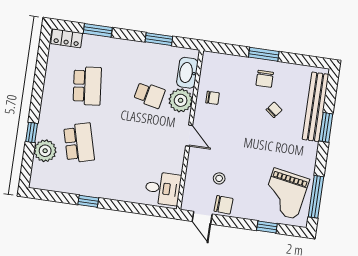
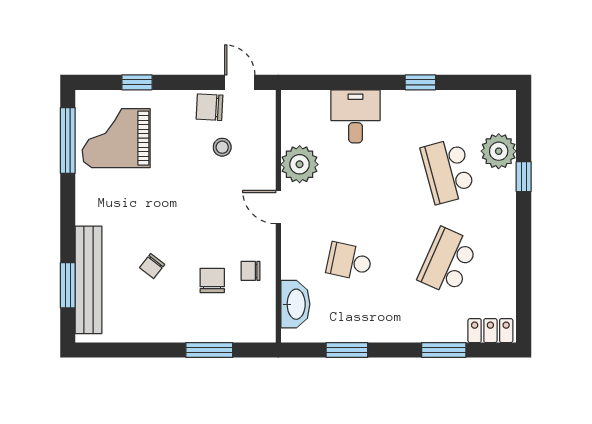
window: (264, 54) -> (209, 350), moved
chair: (265, 79) -> (212, 280), moved
school desk: (87, 86) -> (448, 261), turned 30
plant: (181, 100) -> (300, 164), moved
window: (326, 127) -> (68, 285), moved
desk: (163, 188) -> (355, 116), moved, turned 90
grand piano: (285, 194) -> (116, 138), turned -100

